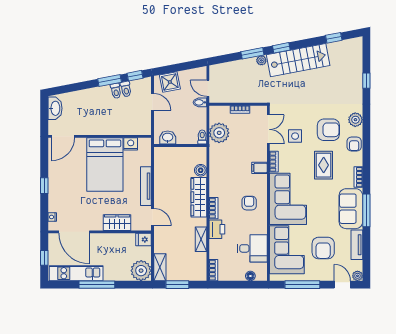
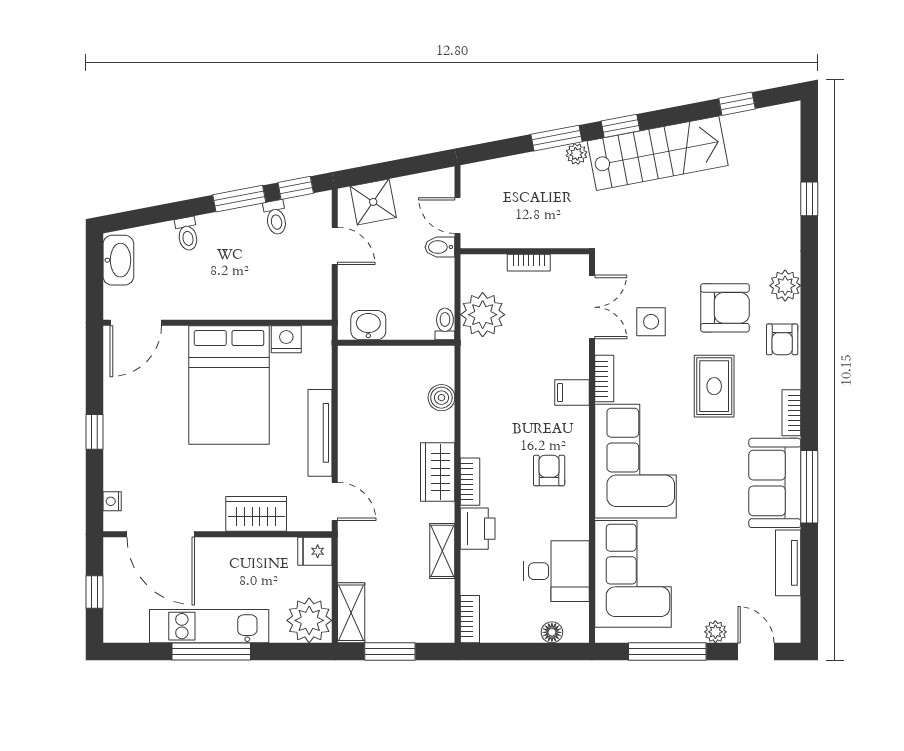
toilet: (116, 91) -> (187, 234), moved
wardrobe: (199, 197) -> (438, 472), width x0.67
armchair: (323, 248) -> (713, 570), removed
kitchen unit: (76, 273) -> (209, 626), moved
plant: (357, 276) -> (715, 632), moved

